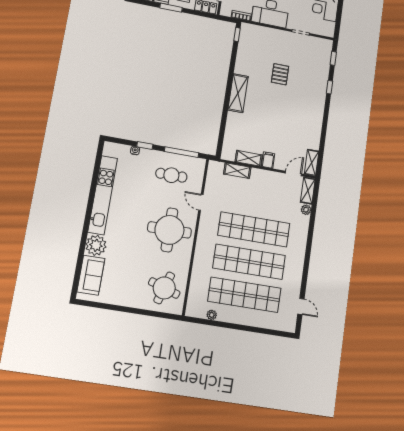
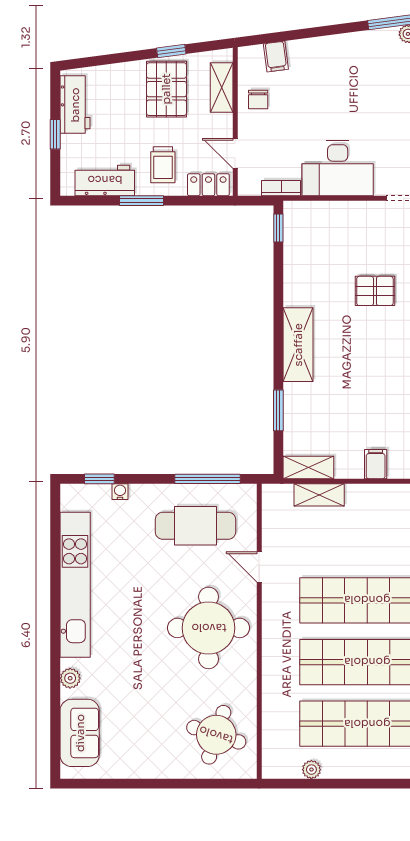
pallet: (280, 74) -> (375, 291), turned 90
window: (223, 124) -> (278, 410), added
window: (145, 146) -> (99, 479), moved
shelving: (249, 158) -> (308, 468), moved
cafe table: (171, 175) -> (195, 526), width x1.37, depth x1.35
plant: (96, 245) -> (70, 678), width x0.53, depth x0.53

